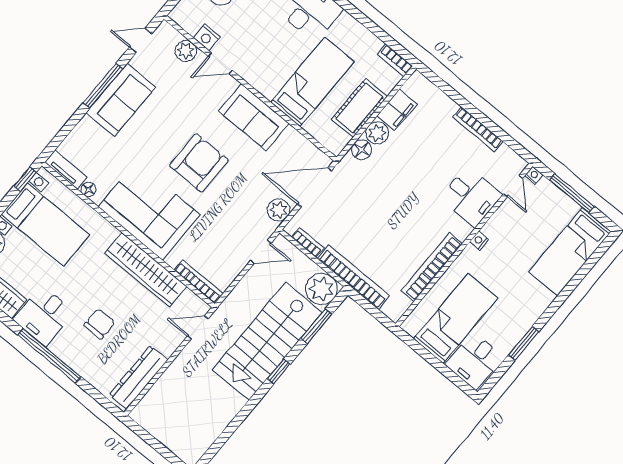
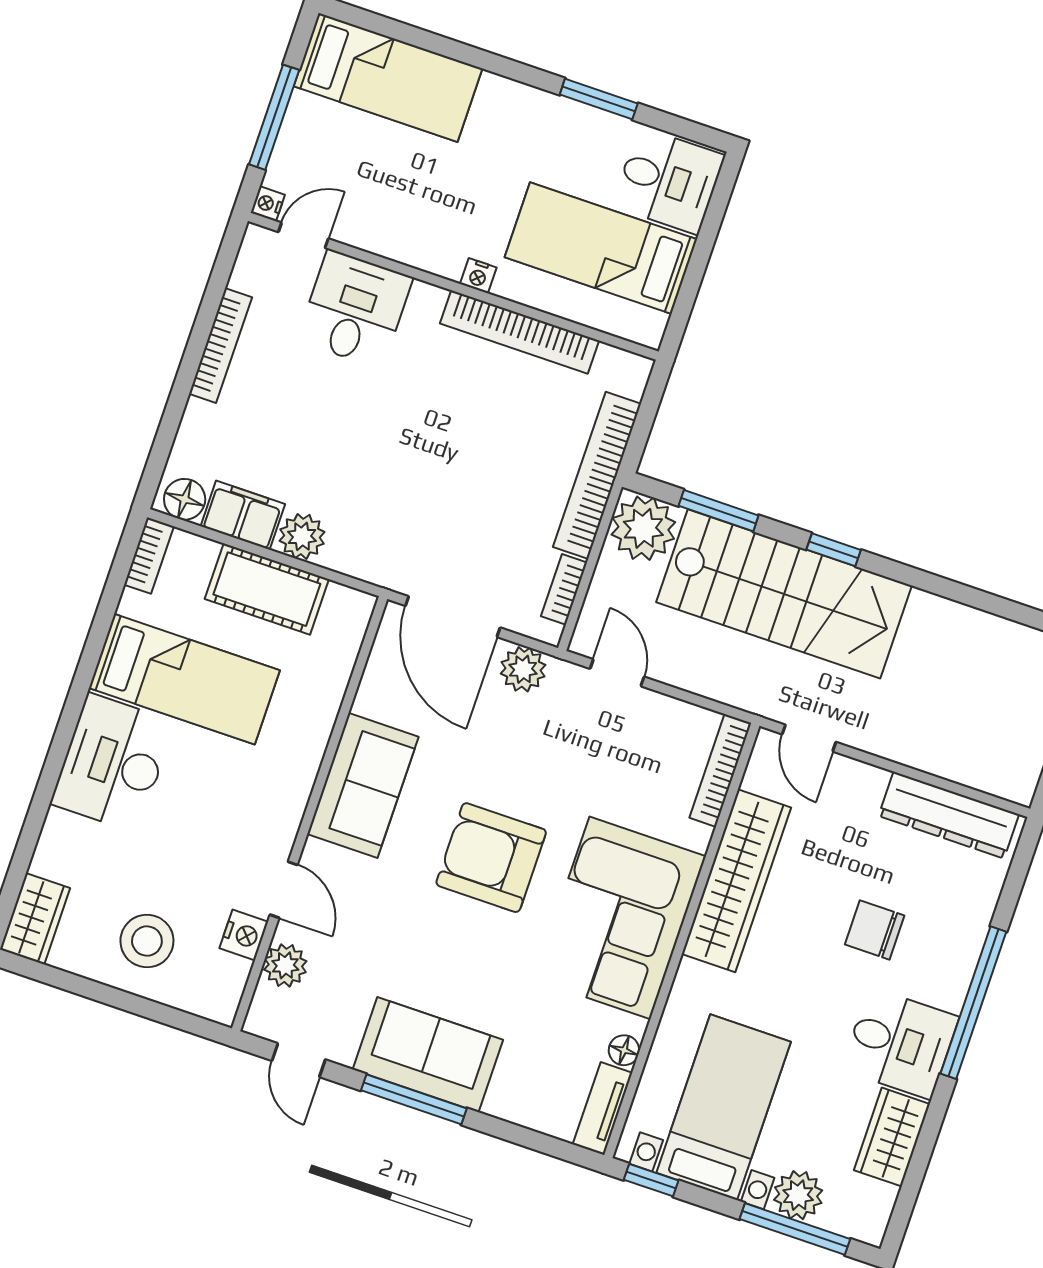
bed: (312, 82) -> (184, 679), moved, turned 180
floor lamp: (362, 150) -> (185, 499), moved
nightstand: (479, 241) -> (478, 276), moved

